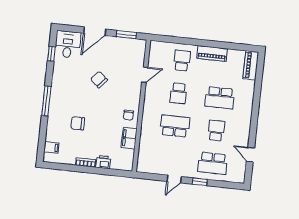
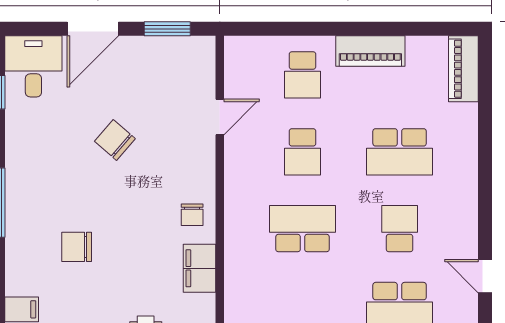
school desk: (182, 61) -> (302, 75), turned 180

